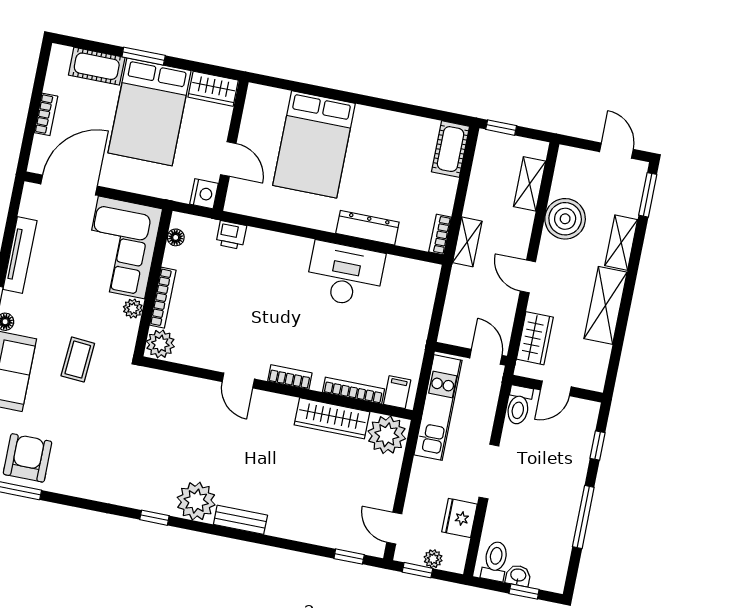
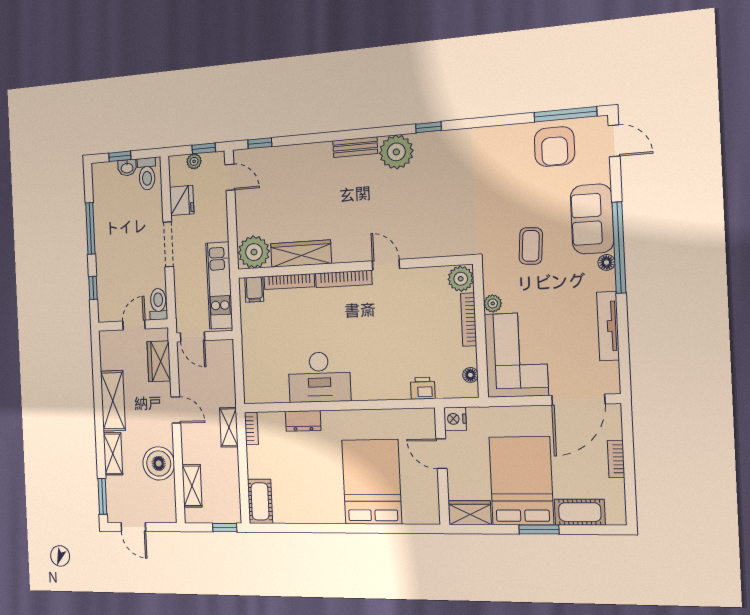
dresser: (367, 228) -> (303, 421), width x0.70
bookcase: (290, 377) -> (344, 279), width x1.56

